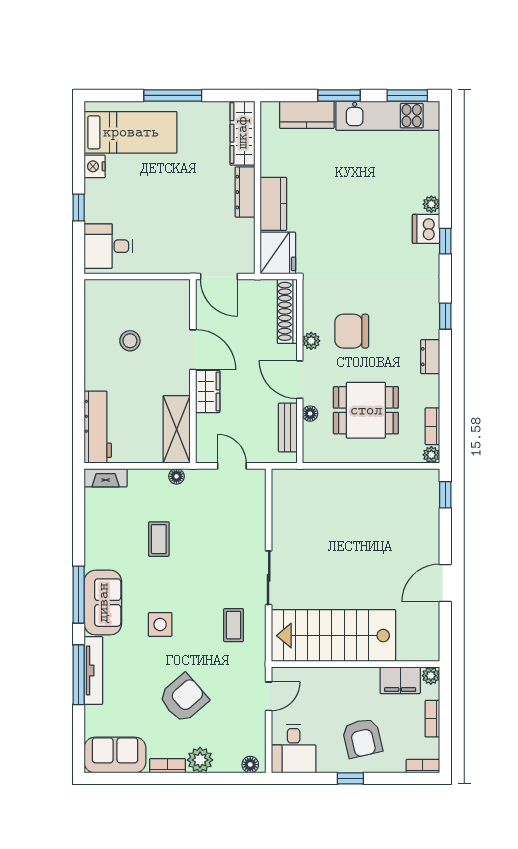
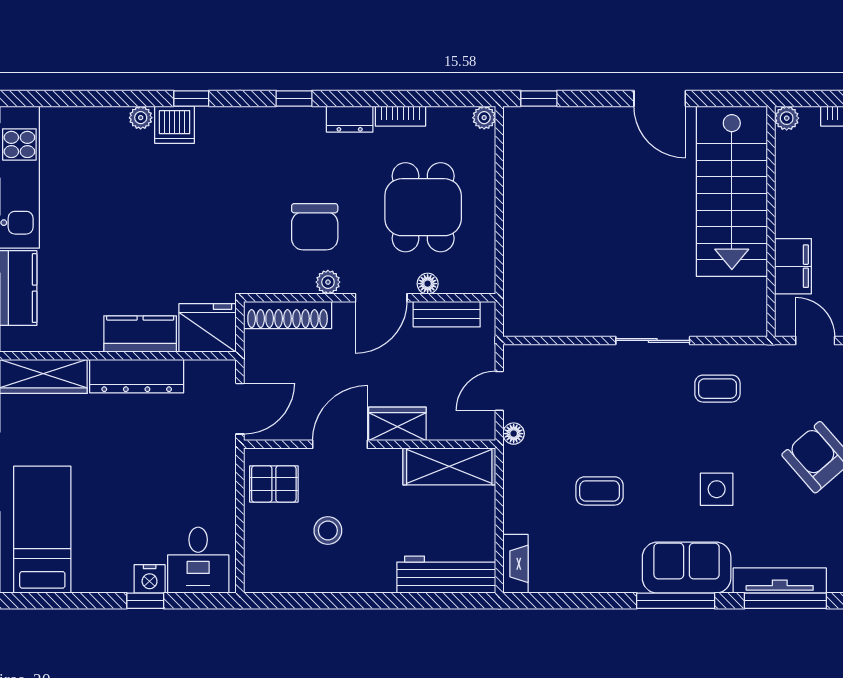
nightstand: (95, 166) -> (150, 579), moved
dresser: (245, 192) -> (137, 376), width x1.37, depth x1.24
pallet: (164, 301) -> (274, 484), added
bookcase: (432, 426) -> (400, 116), moved
floor lamp: (176, 476) -> (514, 434), moved
stairs: (333, 636) -> (732, 191), moved
filing cabinet: (400, 680) -> (793, 266), moved

